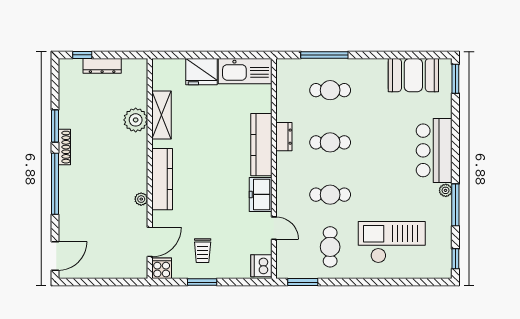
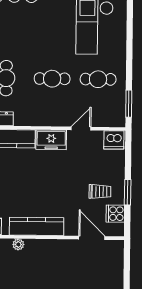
cafe table: (330, 195) -> (52, 79), turned 90
plant: (141, 199) -> (18, 244), moved
cooker: (162, 268) -> (115, 214), moved

